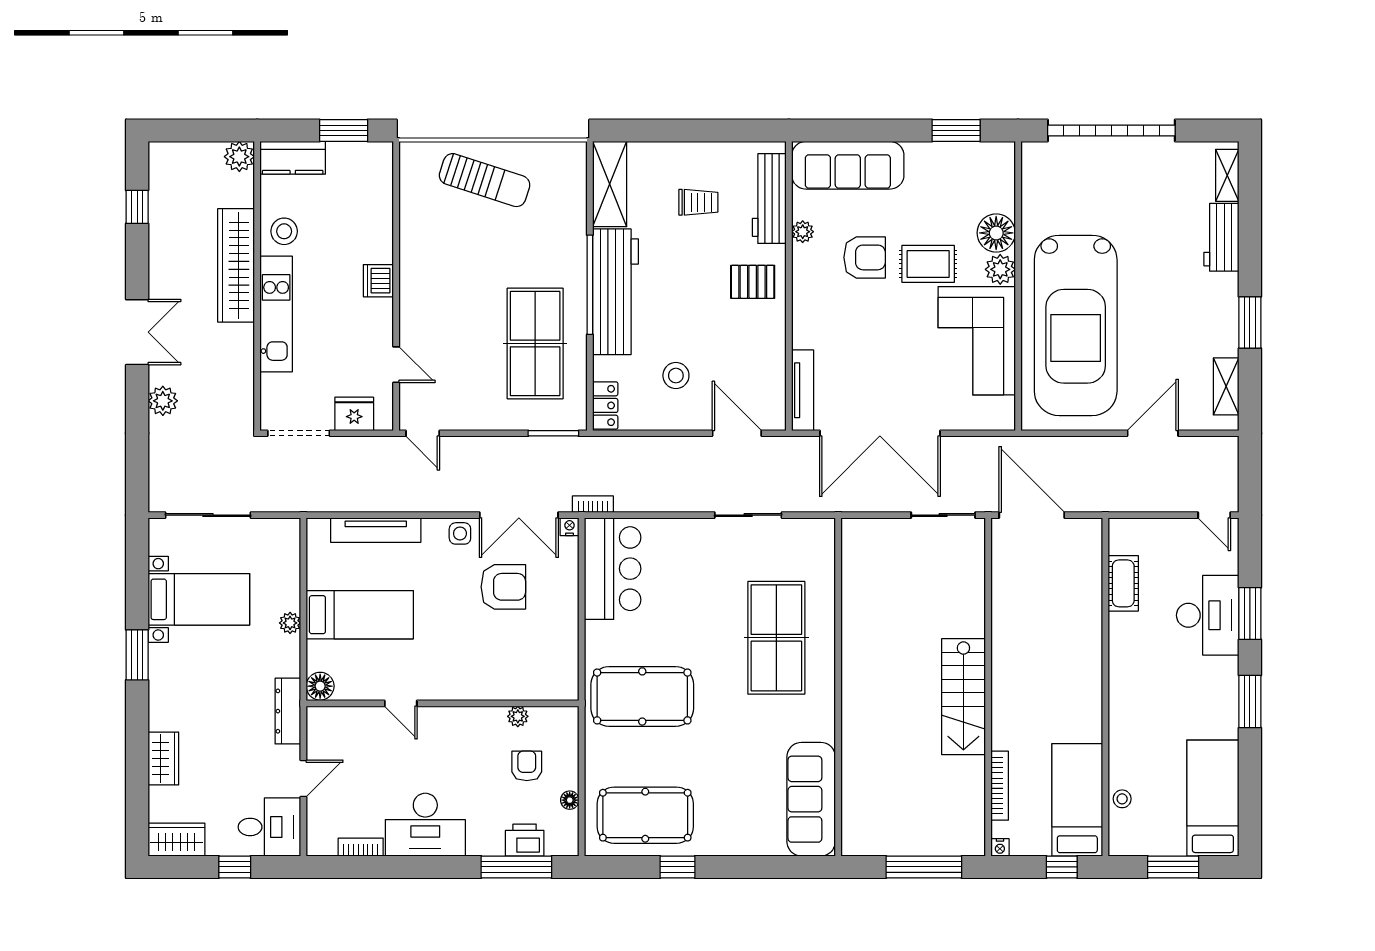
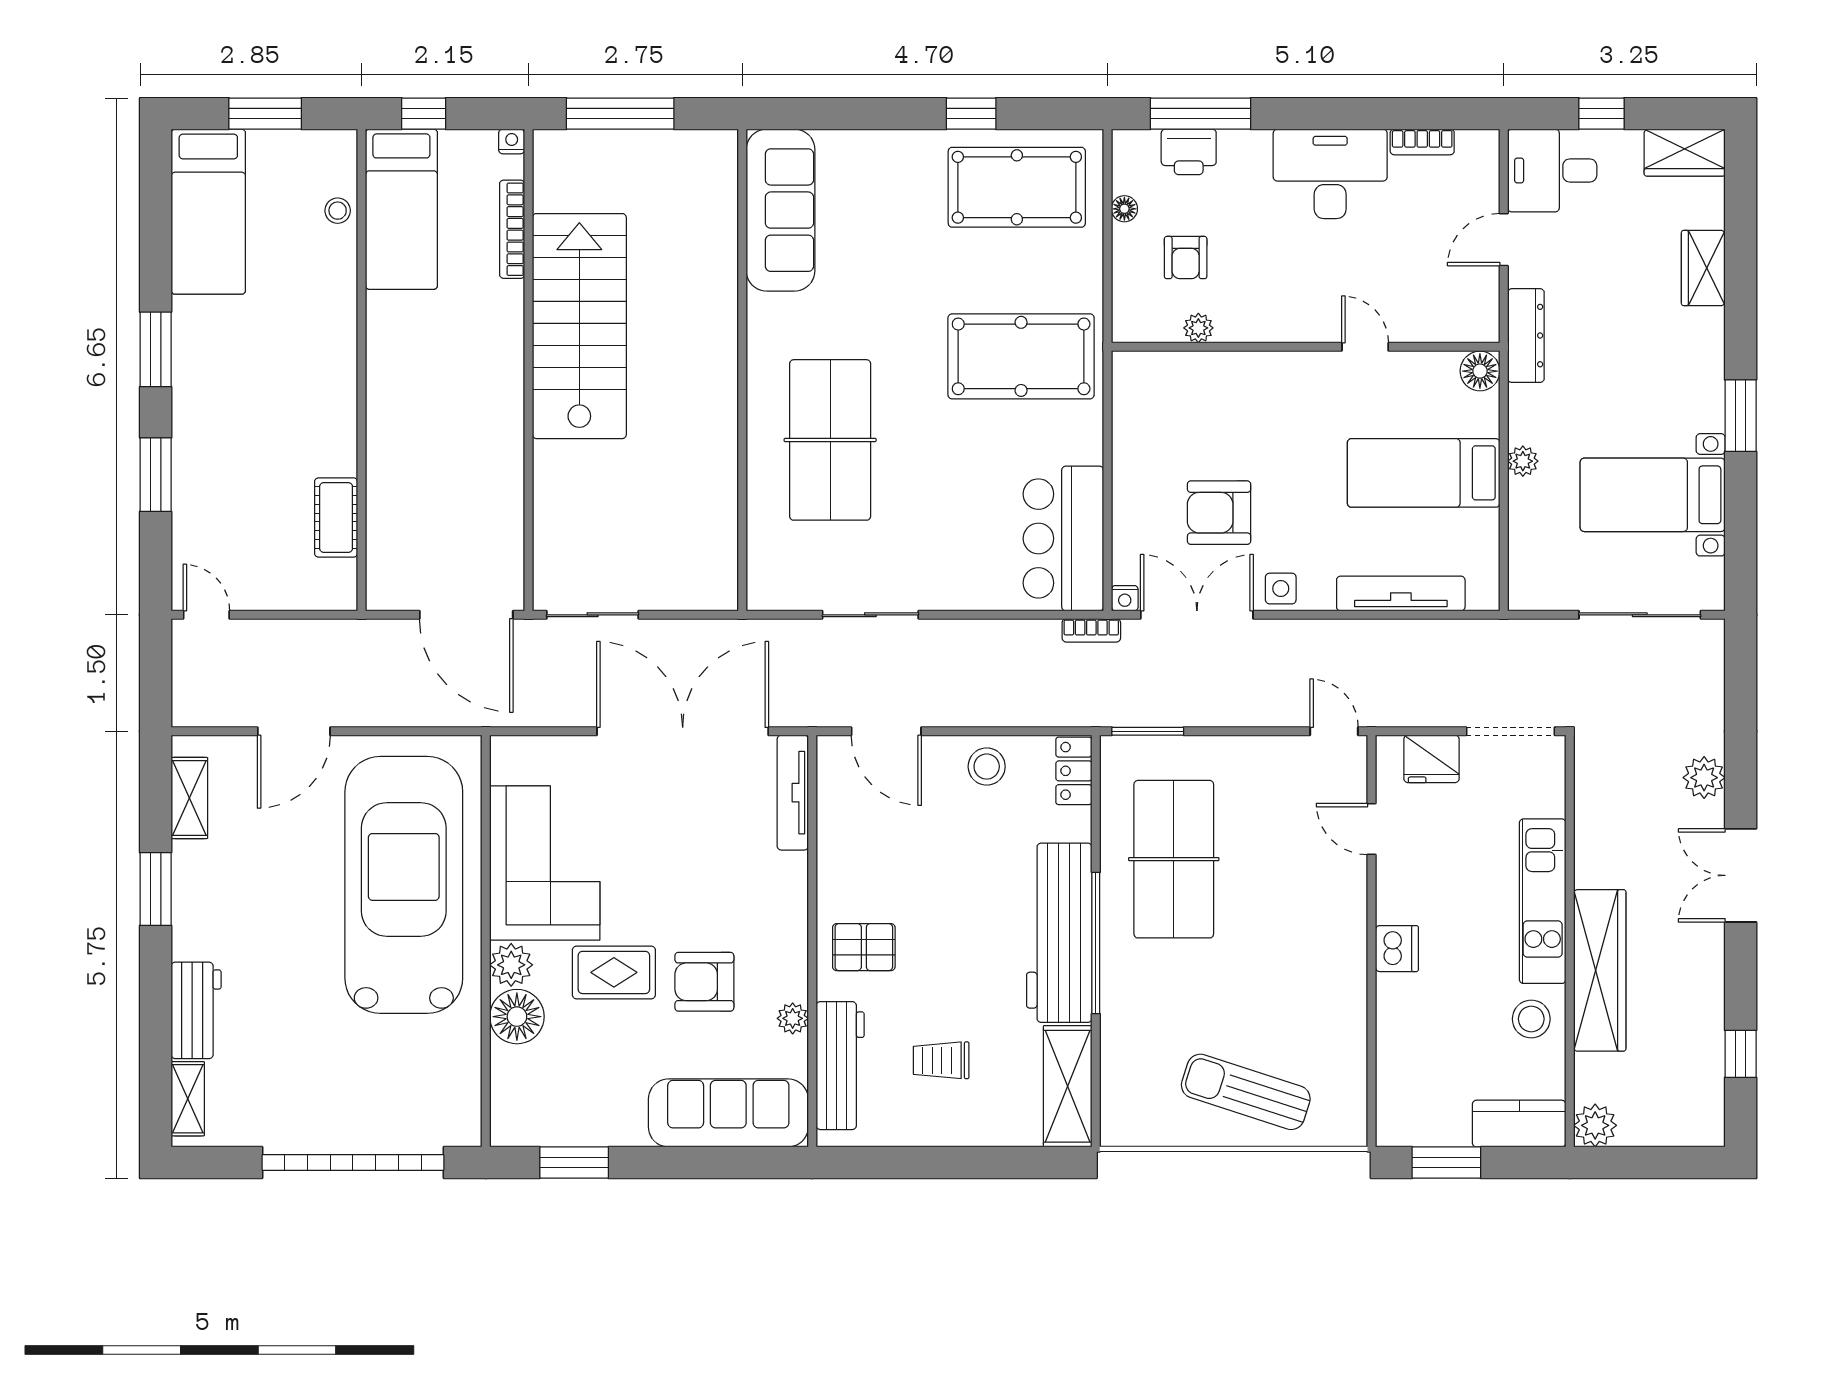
stool: (676, 376) -> (987, 767), moved
desk: (1208, 615) -> (216, 472), removed
stairs: (963, 697) -> (579, 326), width x1.36, depth x1.51

